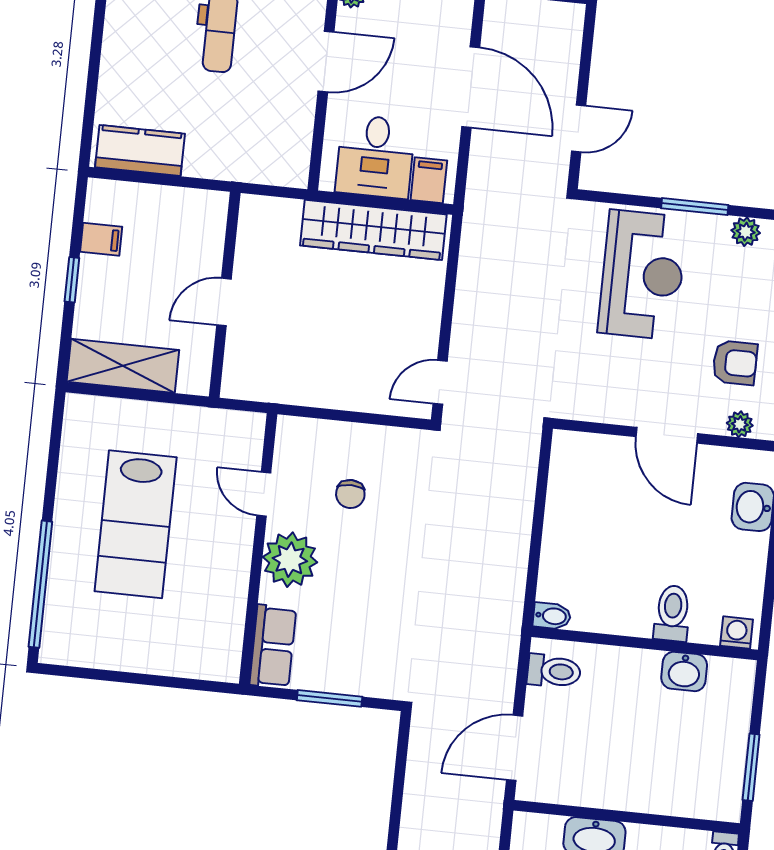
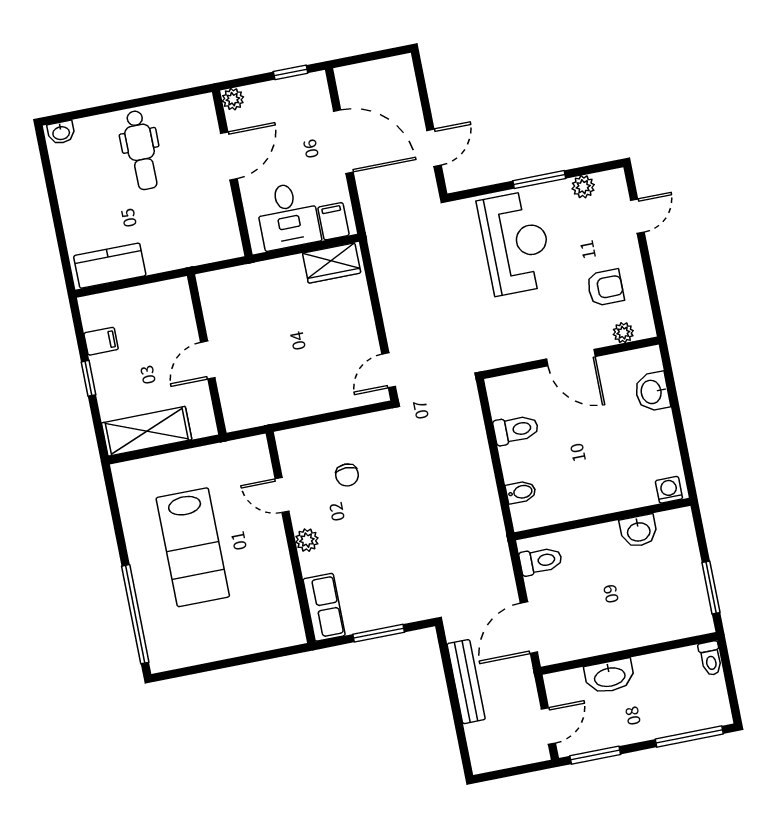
wardrobe: (373, 230) -> (332, 263), width x0.48, depth x0.85
plant: (290, 560) -> (307, 540), width x0.53, depth x0.53
toilet: (672, 613) -> (516, 430), moved, turned 90
bidet: (552, 616) -> (521, 492), moved
bench: (418, 790) -> (466, 682), added

